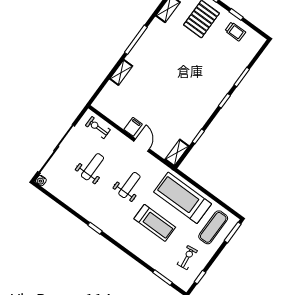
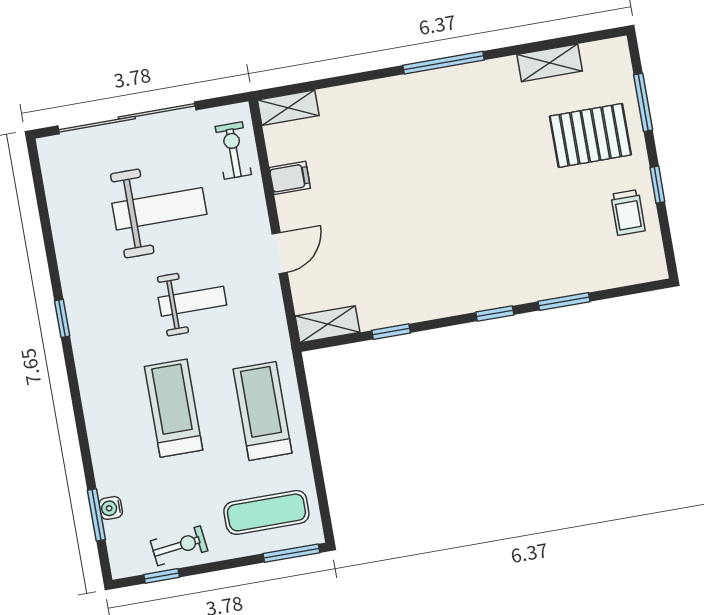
shelving: (121, 72) -> (288, 108), moved
filing cabinet: (133, 127) -> (290, 178), moved
weight bench: (92, 167) -> (159, 209), width x1.36, depth x1.33
water cooler: (41, 181) -> (111, 508), moved
treadmill: (183, 198) -> (263, 411), width x0.73, depth x0.73
treadmill: (155, 223) -> (174, 408), turned 180
exercise bike: (187, 258) -> (179, 546), moved

